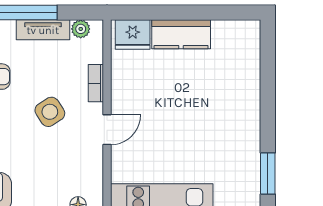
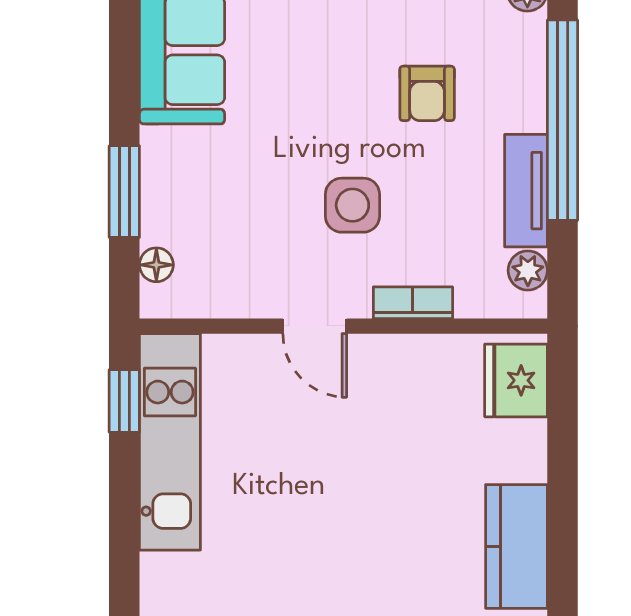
kitchen counter: (181, 34) -> (516, 546), moved
side table: (50, 112) -> (352, 205), turned 33

